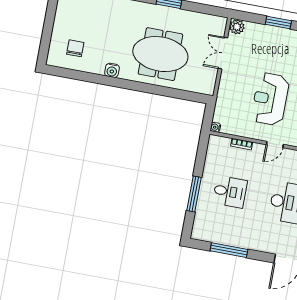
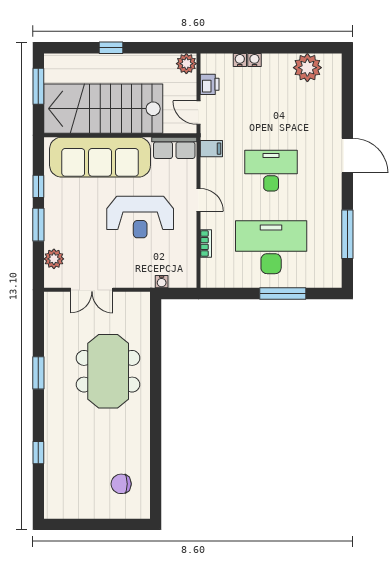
plant: (237, 27) -> (54, 259), moved
water cooler: (112, 70) -> (141, 431), removed
water cooler: (215, 127) -> (162, 282), moved
desk: (230, 192) -> (271, 247), width x1.87, depth x1.30

